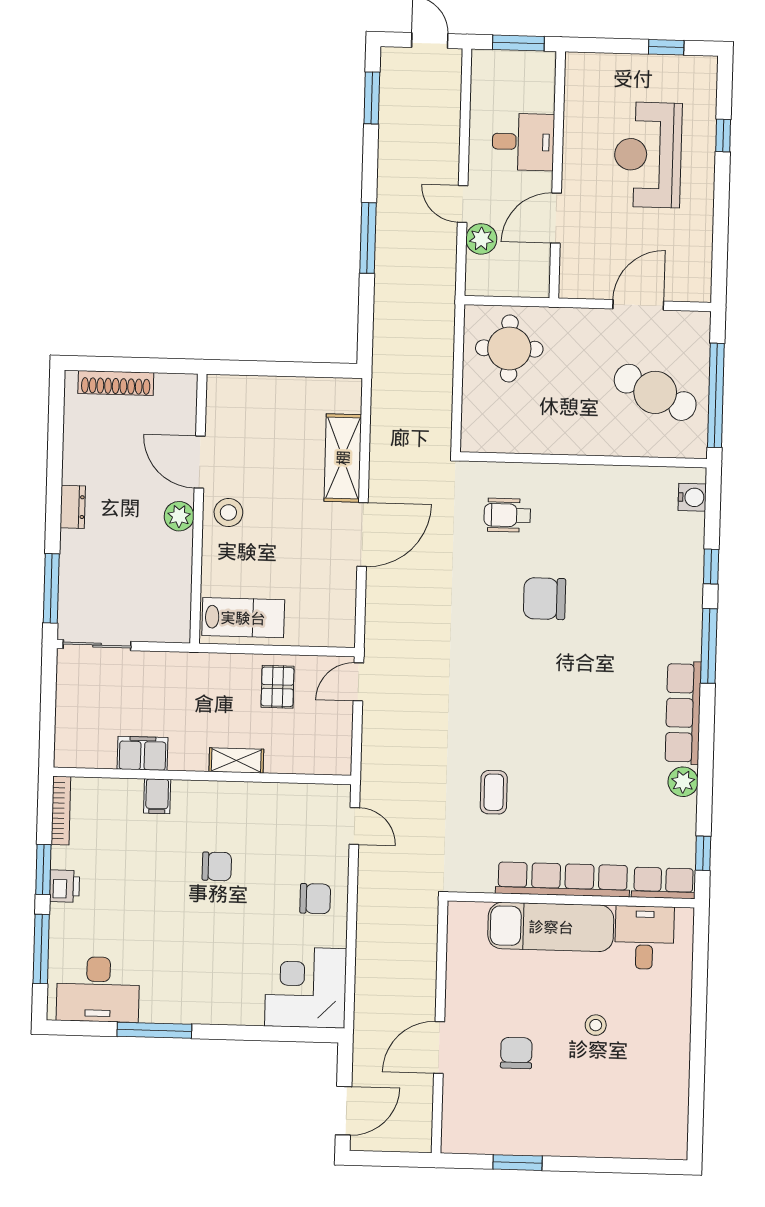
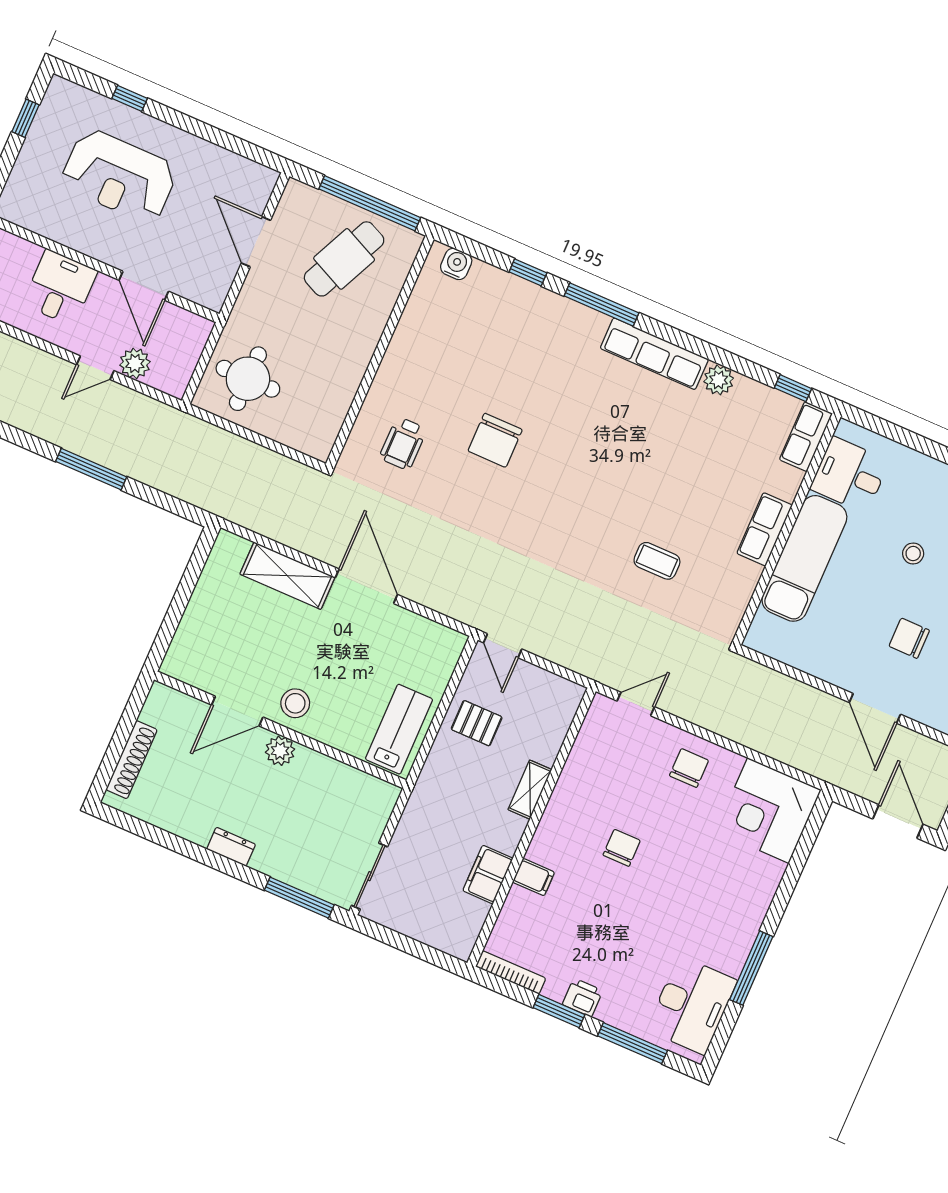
row of seats: (563, 879) -> (765, 529), width x0.50

